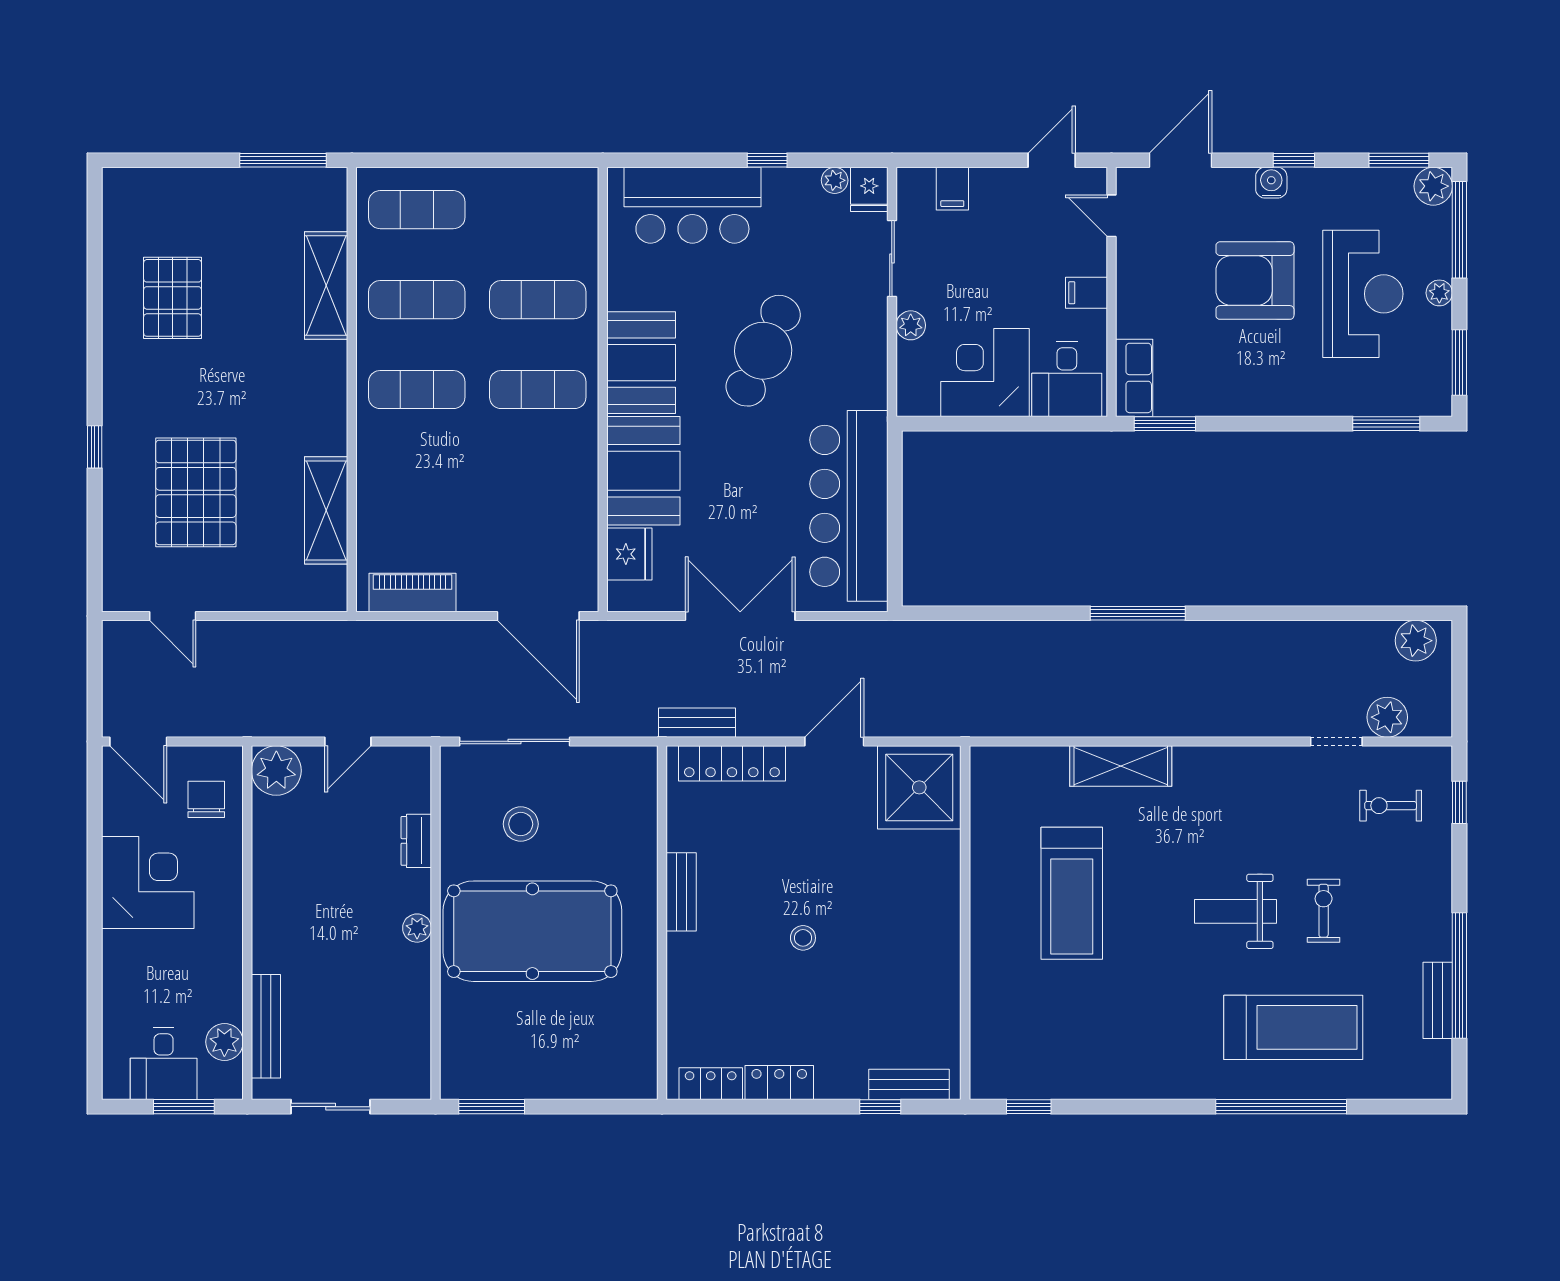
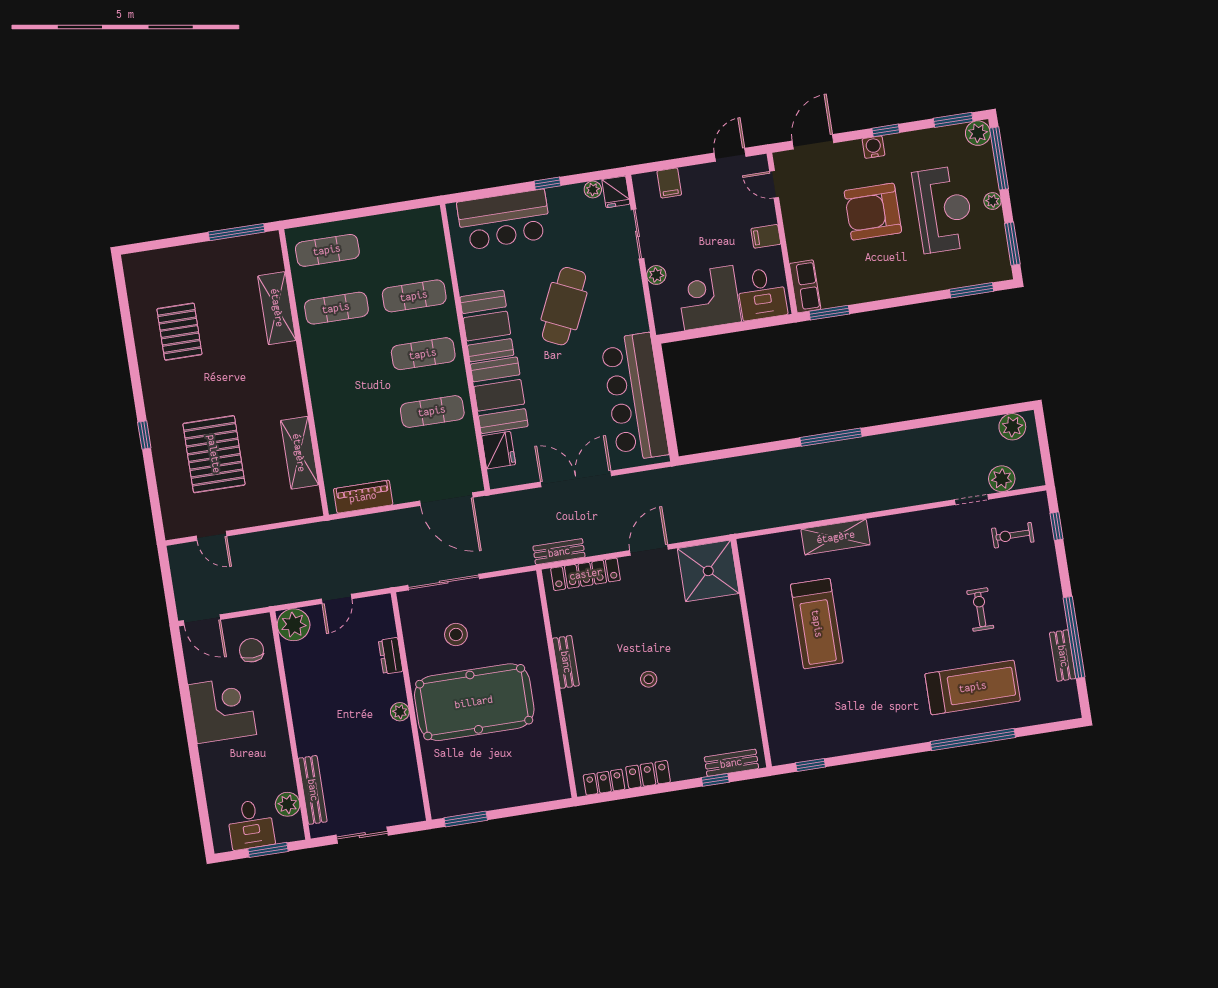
exercise mat: (417, 390) -> (432, 411), moved
weight bench: (1235, 911) -> (924, 619), removed

